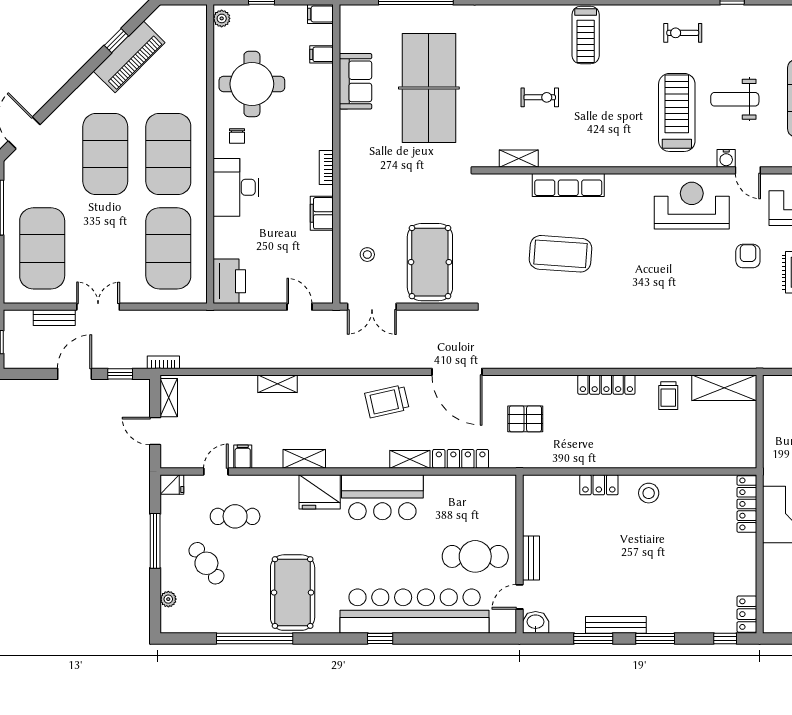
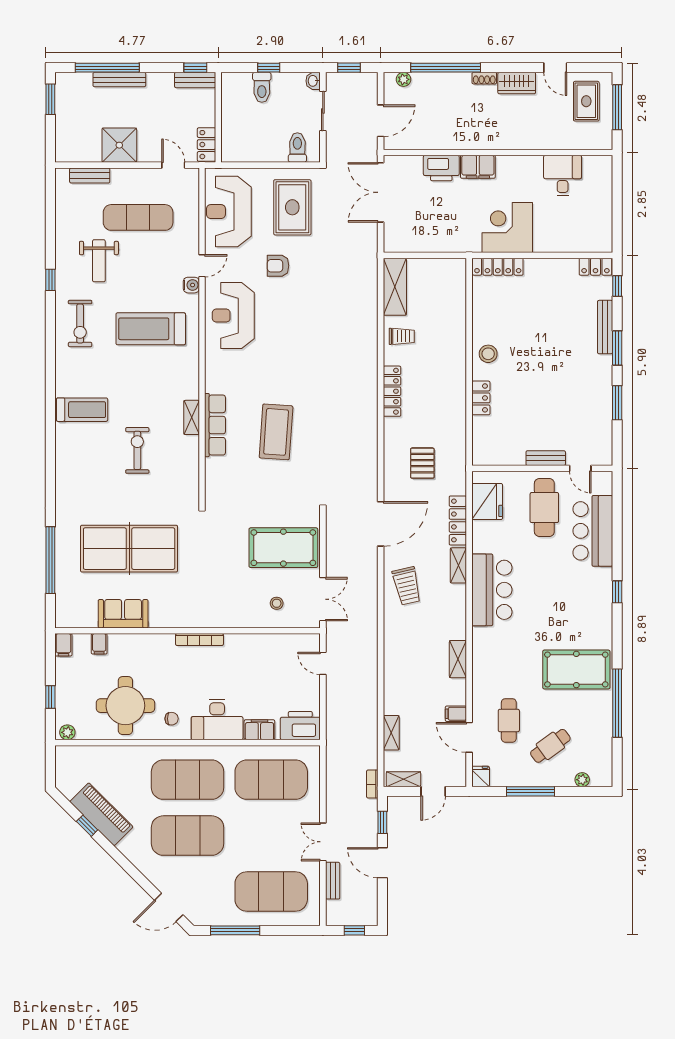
exercise bike: (683, 33) -> (80, 324), width x1.38, depth x1.39
exercise bike: (540, 97) -> (137, 450), width x1.38, depth x1.39
weight bench: (735, 99) -> (99, 261), moved
shelving: (519, 159) -> (192, 417), moved
bookcase: (326, 167) -> (199, 640), width x1.56
filing cabinet: (322, 213) -> (259, 730), moved, turned 180
door: (299, 307) -> (323, 663), hinge flipped
shelving: (277, 384) -> (391, 733), moved
door: (216, 472) -> (469, 737), width x1.37
fridge: (320, 492) -> (487, 502), moved
bar counter: (415, 611) -> (593, 531), width x0.54
washbasin: (536, 622) -> (603, 454), removed
bench: (616, 625) -> (605, 327), moved

